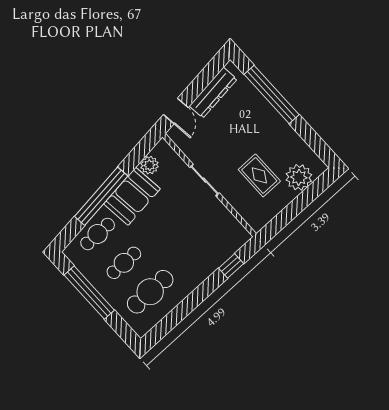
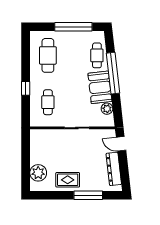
window: (272, 94) -> (88, 195), width x0.68
rug: (259, 175) -> (68, 180), moved
cafe table: (124, 263) -> (48, 102), moved
window: (231, 266) -> (26, 88), moved

